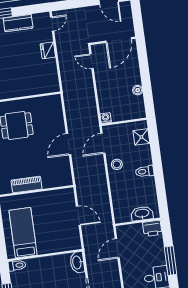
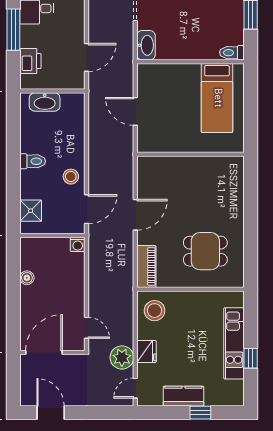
plant: (64, 44) -> (122, 357), added
stool: (46, 80) -> (155, 311), added
piano: (27, 185) -> (146, 266), moved, turned -90
printer: (152, 228) -> (30, 61), moved, turned 90

